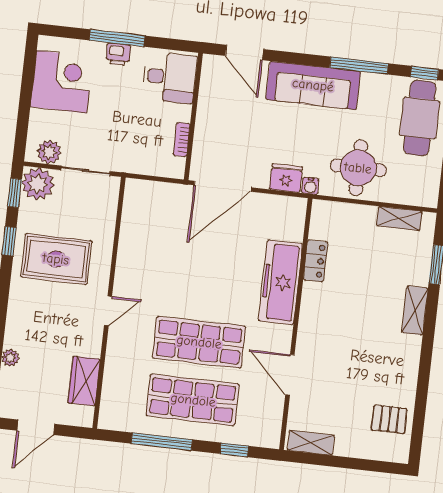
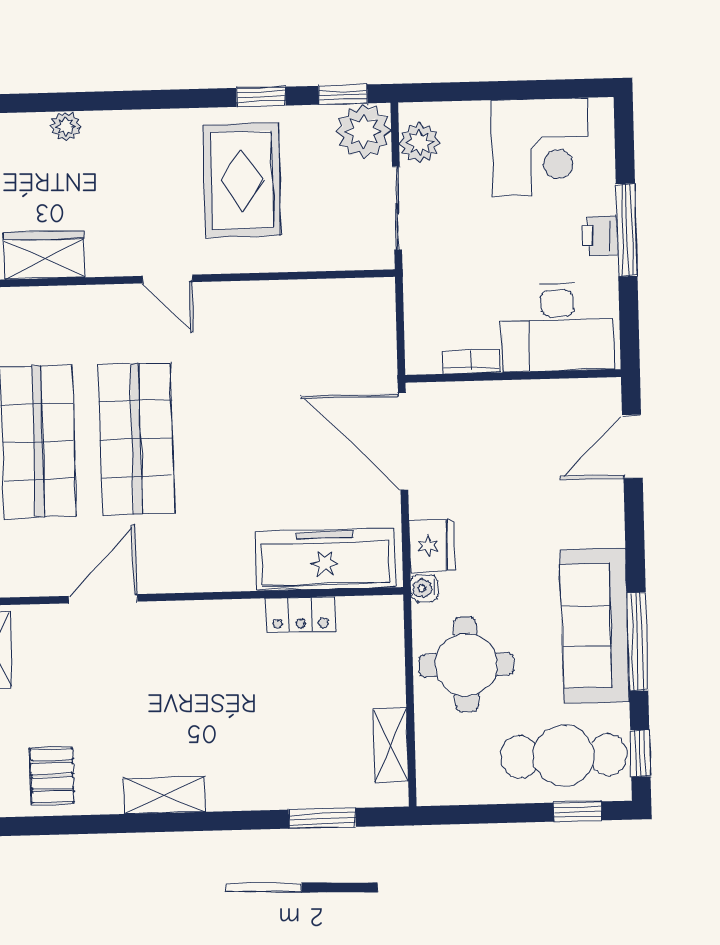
desk: (169, 77) -> (558, 327), width x1.37
sofa: (313, 85) -> (595, 626), moved
freezer: (280, 282) -> (325, 559), moved
shelving: (415, 310) -> (165, 795), moved

